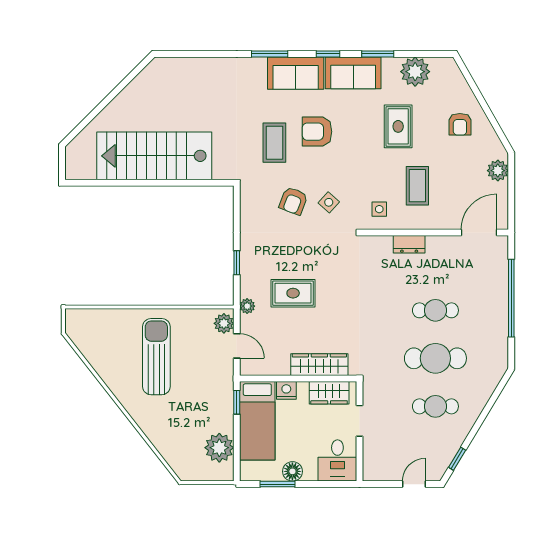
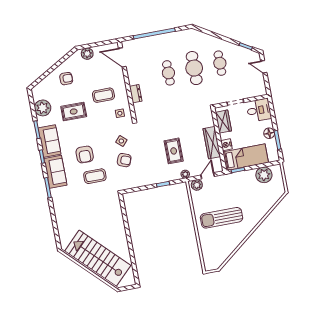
stairs: (154, 156) -> (98, 258), moved, turned 135
wardrobe: (319, 365) -> (212, 143), moved

